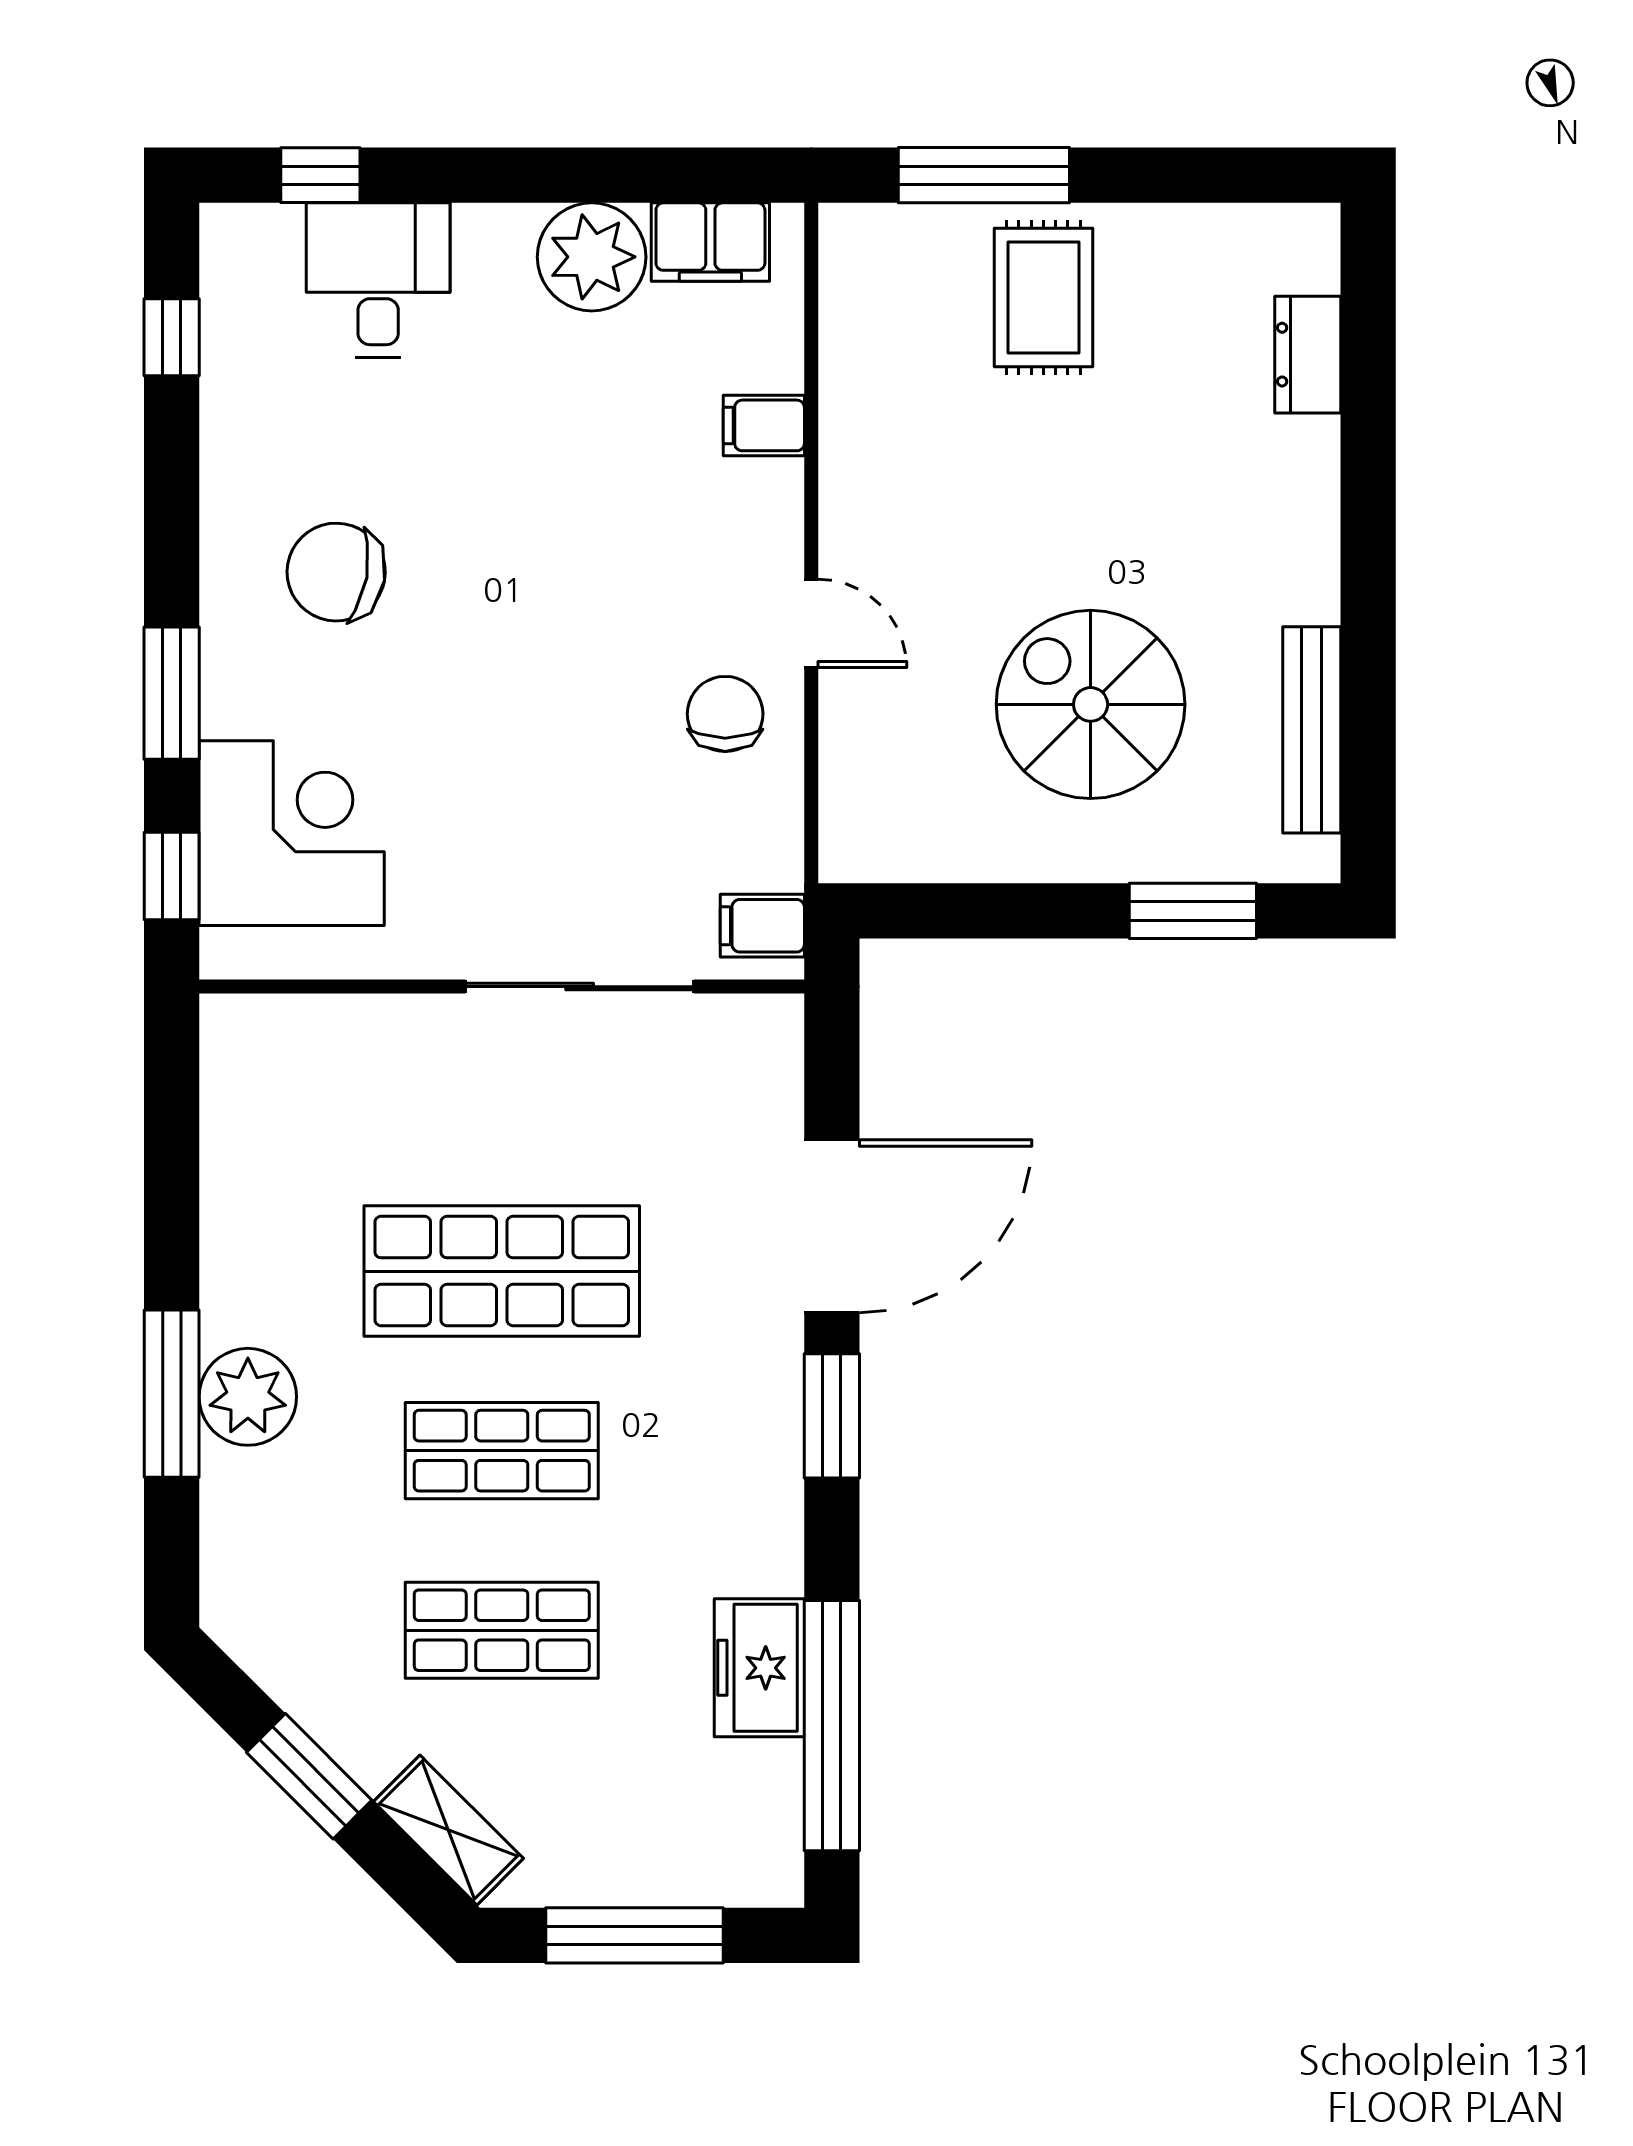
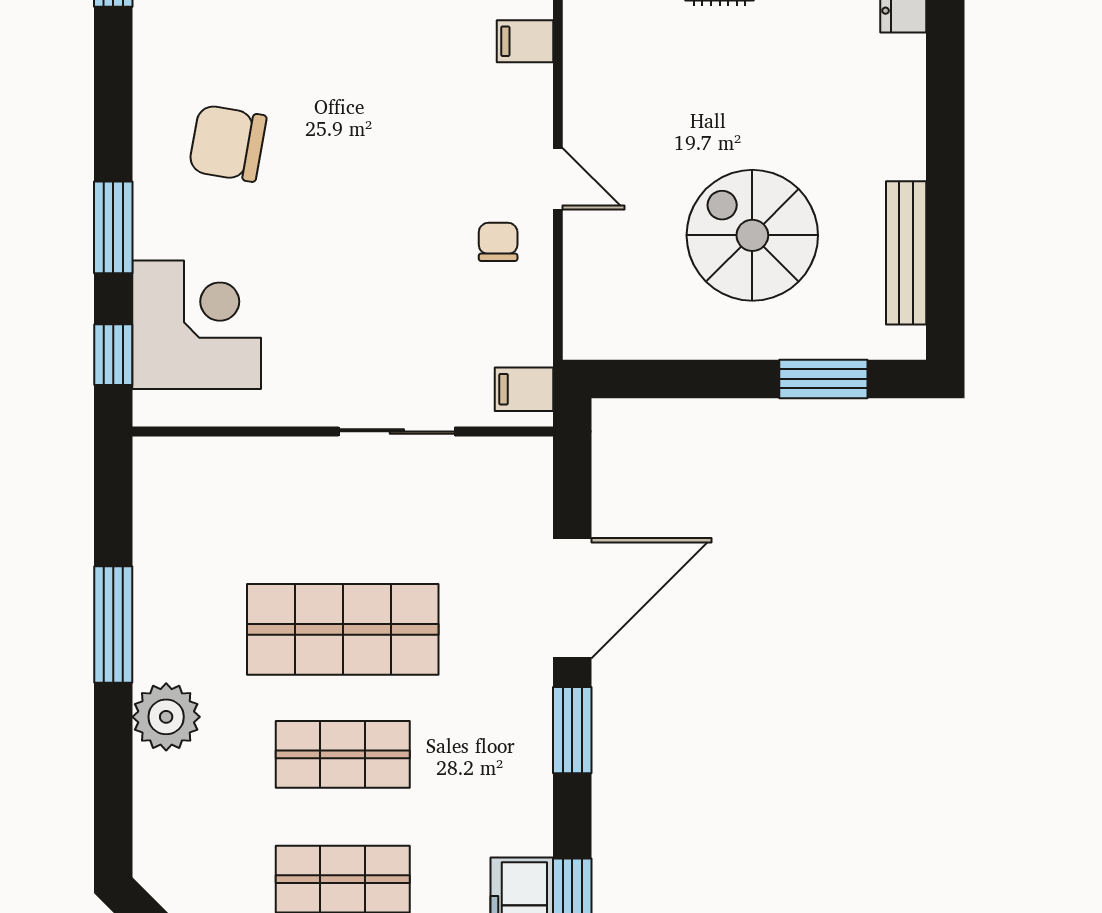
chair: (725, 714) -> (498, 242), width x0.73, depth x0.73
sliding door: (580, 987) -> (397, 431), width x0.73
window: (172, 1394) -> (113, 624), moved

